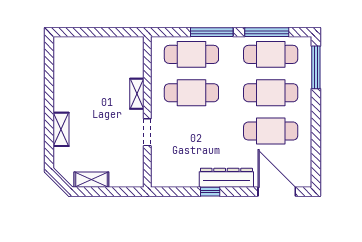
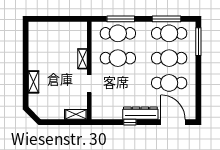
window: (212, 32) -> (121, 19), moved
shelving: (91, 180) -> (76, 114), moved

